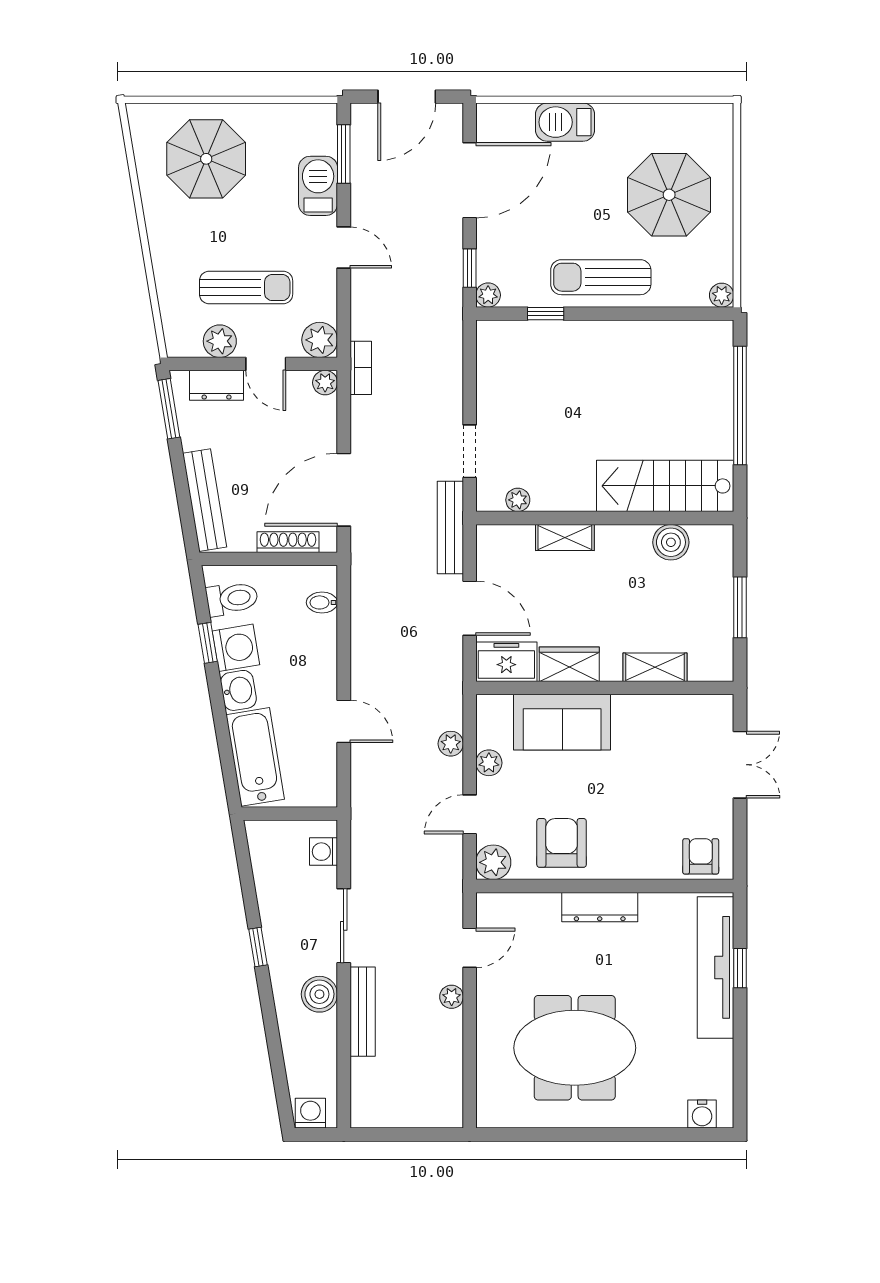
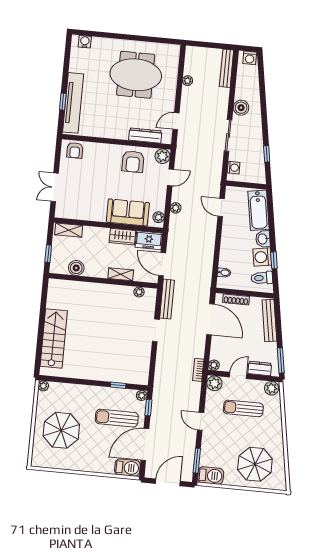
barbecue: (565, 122) -> (127, 468), moved
barbecue: (318, 186) -> (211, 476), moved, turned -90
sun lounger: (601, 277) -> (117, 418), moved, turned 180
plant: (220, 341) -> (272, 388), moved
door: (266, 364) -> (238, 375), hinge flipped
window: (740, 405) -> (40, 339), removed
stairs: (665, 486) -> (54, 338), moved, turned -90
door: (344, 490) -> (210, 319), hinge flipped
plant: (518, 500) -> (139, 292), moved
wall: (605, 518) -> (103, 281), moved
shelving: (565, 537) -> (121, 274), moved
boiler: (671, 542) -> (76, 268), moved
window: (740, 607) -> (48, 254), width x0.67
shelving: (655, 667) -> (69, 230), moved
door: (344, 721) -> (221, 208), moved
plant: (489, 763) -> (159, 217), moved
dresser: (600, 907) -> (145, 135), moved
window: (258, 947) -> (267, 154), moved
plant: (452, 997) -> (188, 81), moved
bench: (363, 1012) -> (227, 68), moved

